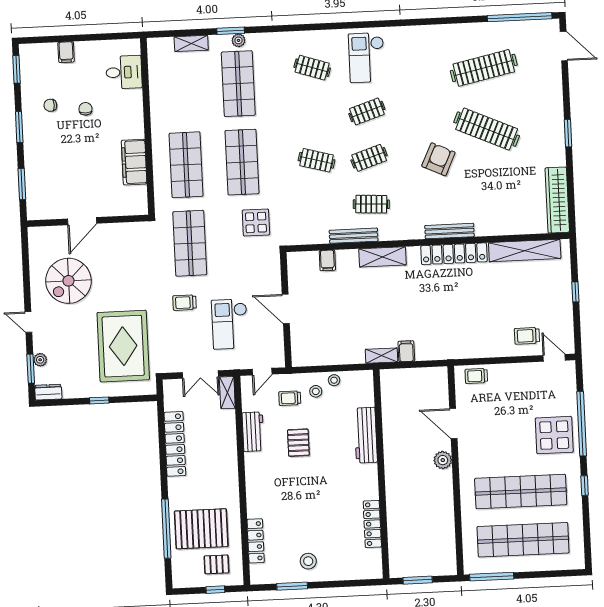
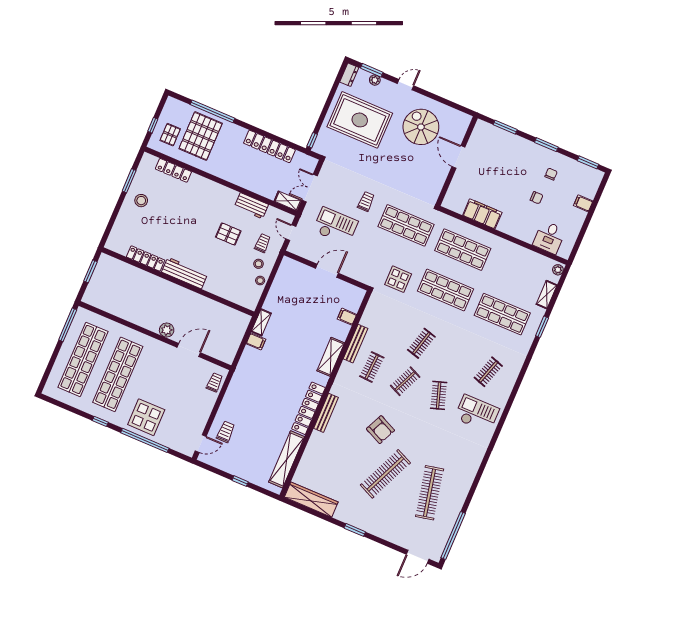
plant: (239, 40) -> (558, 270), moved
clothes rail: (369, 158) -> (405, 381), turned 42
rug: (123, 346) -> (360, 120), moved
window: (99, 400) -> (312, 140), moved
workbench: (366, 435) -> (185, 273), moved

